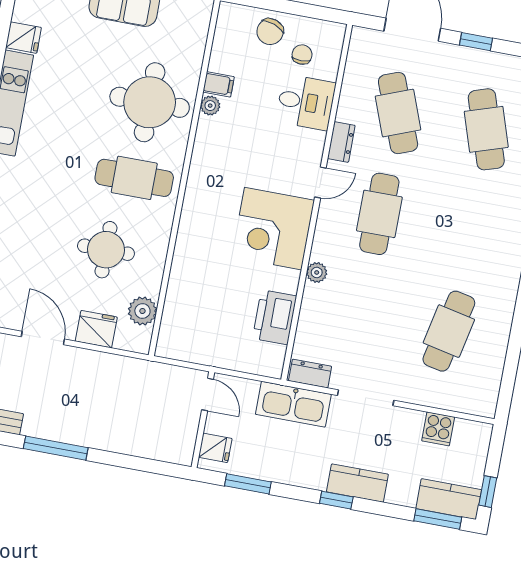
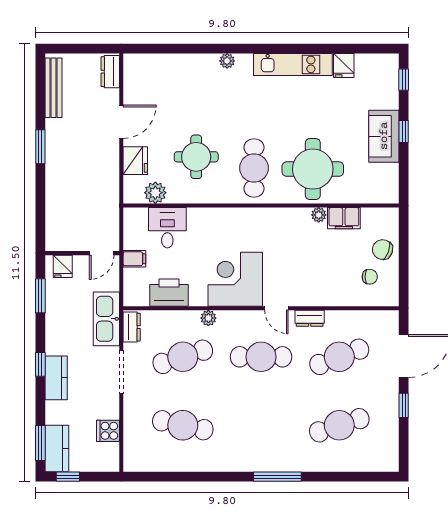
filing cabinet: (219, 84) -> (344, 218), width x2.00
desk: (306, 102) -> (167, 228), moved, turned 180
cafe table: (361, 315) -> (183, 357), added
filing cabinet: (223, 354) -> (134, 259), added
window: (56, 448) -> (40, 147), width x0.69

